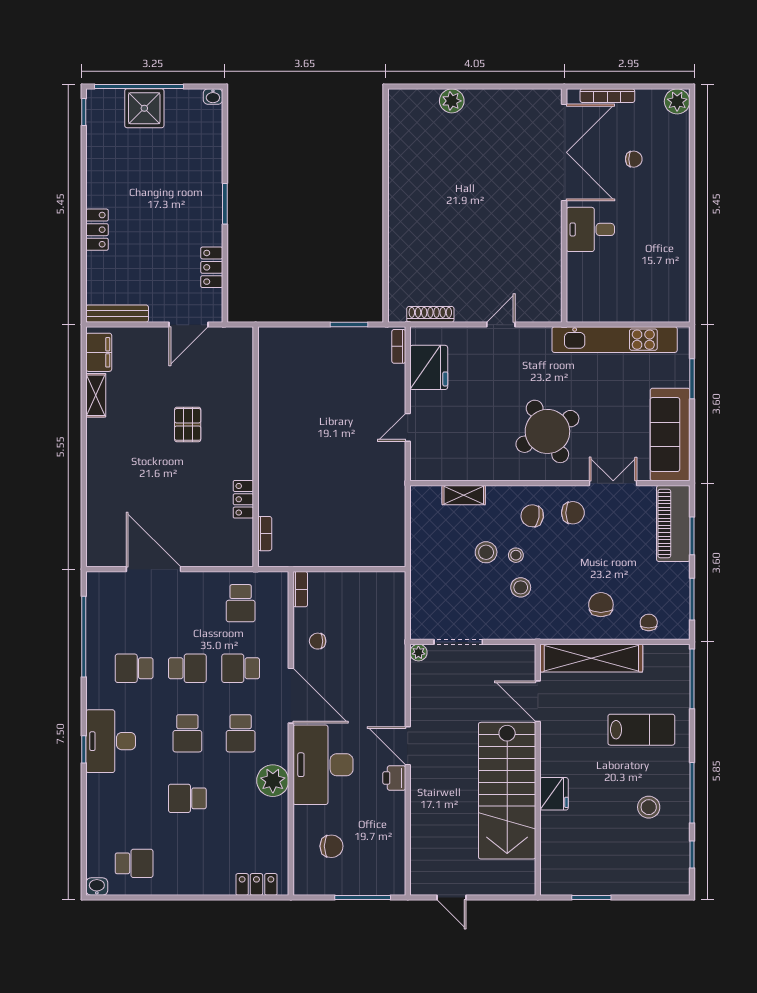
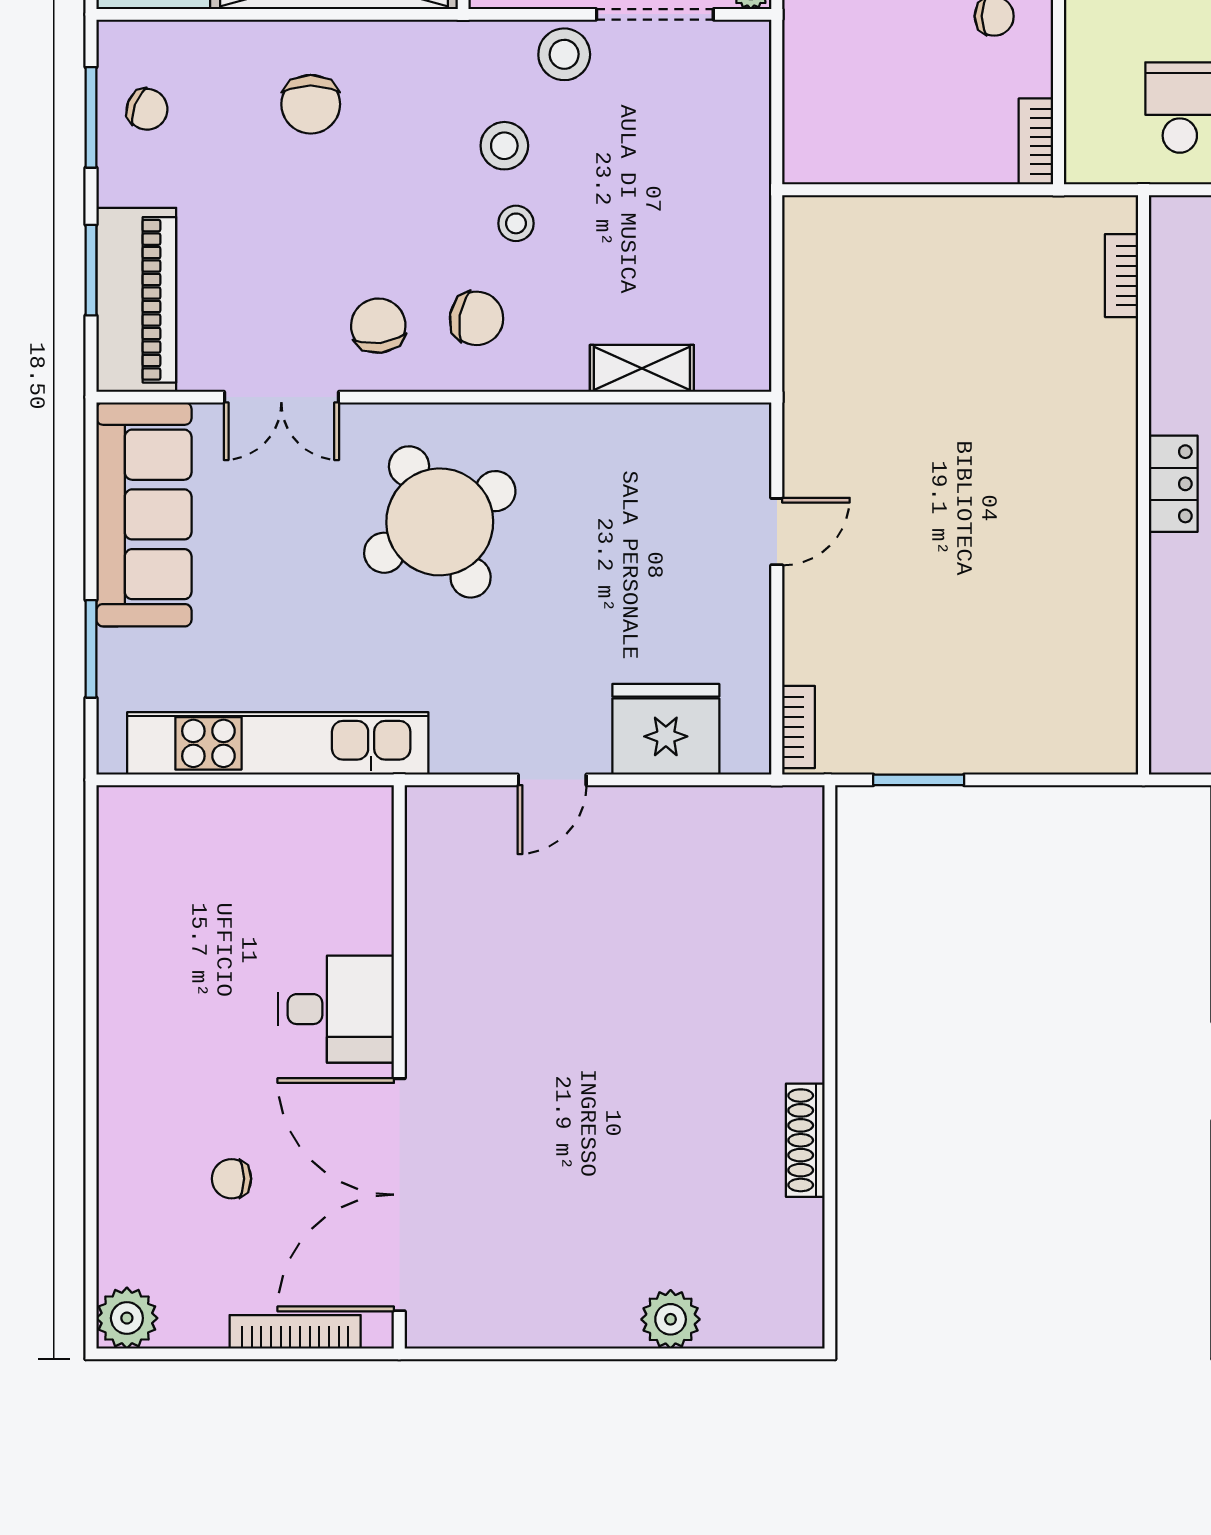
shoe rack: (430, 314) -> (805, 1140), moved, turned 90
fridge: (429, 367) -> (666, 729), moved, turned 90
locker: (243, 499) -> (1173, 484), moved
chair: (573, 513) -> (378, 326), turned 83
stool: (486, 552) -> (564, 54), moved
chair: (649, 622) -> (147, 109), moved, turned -69

